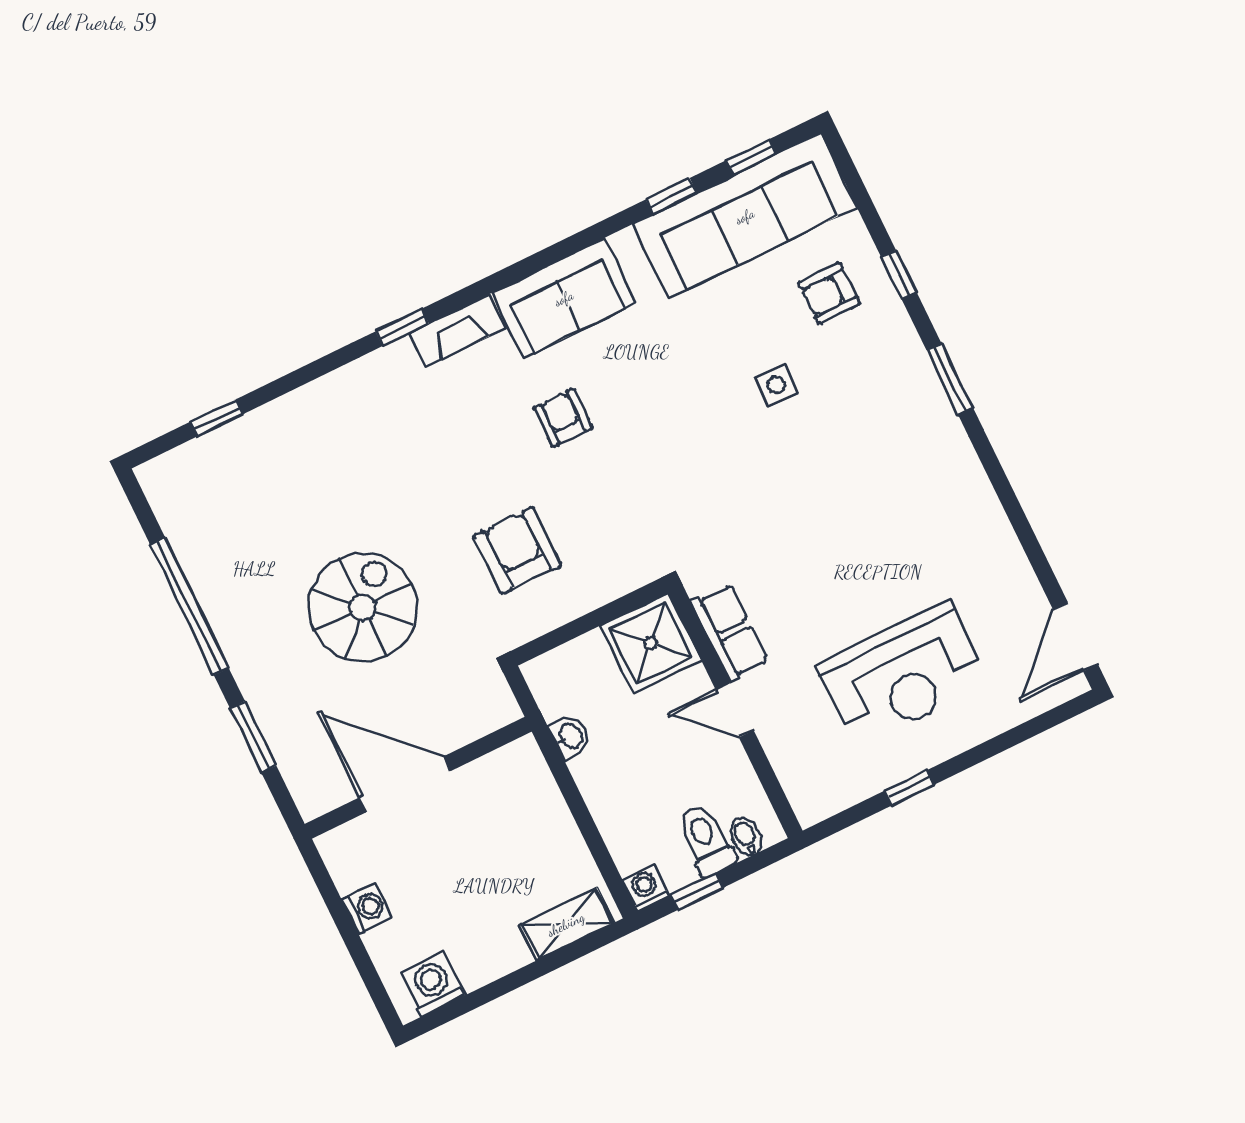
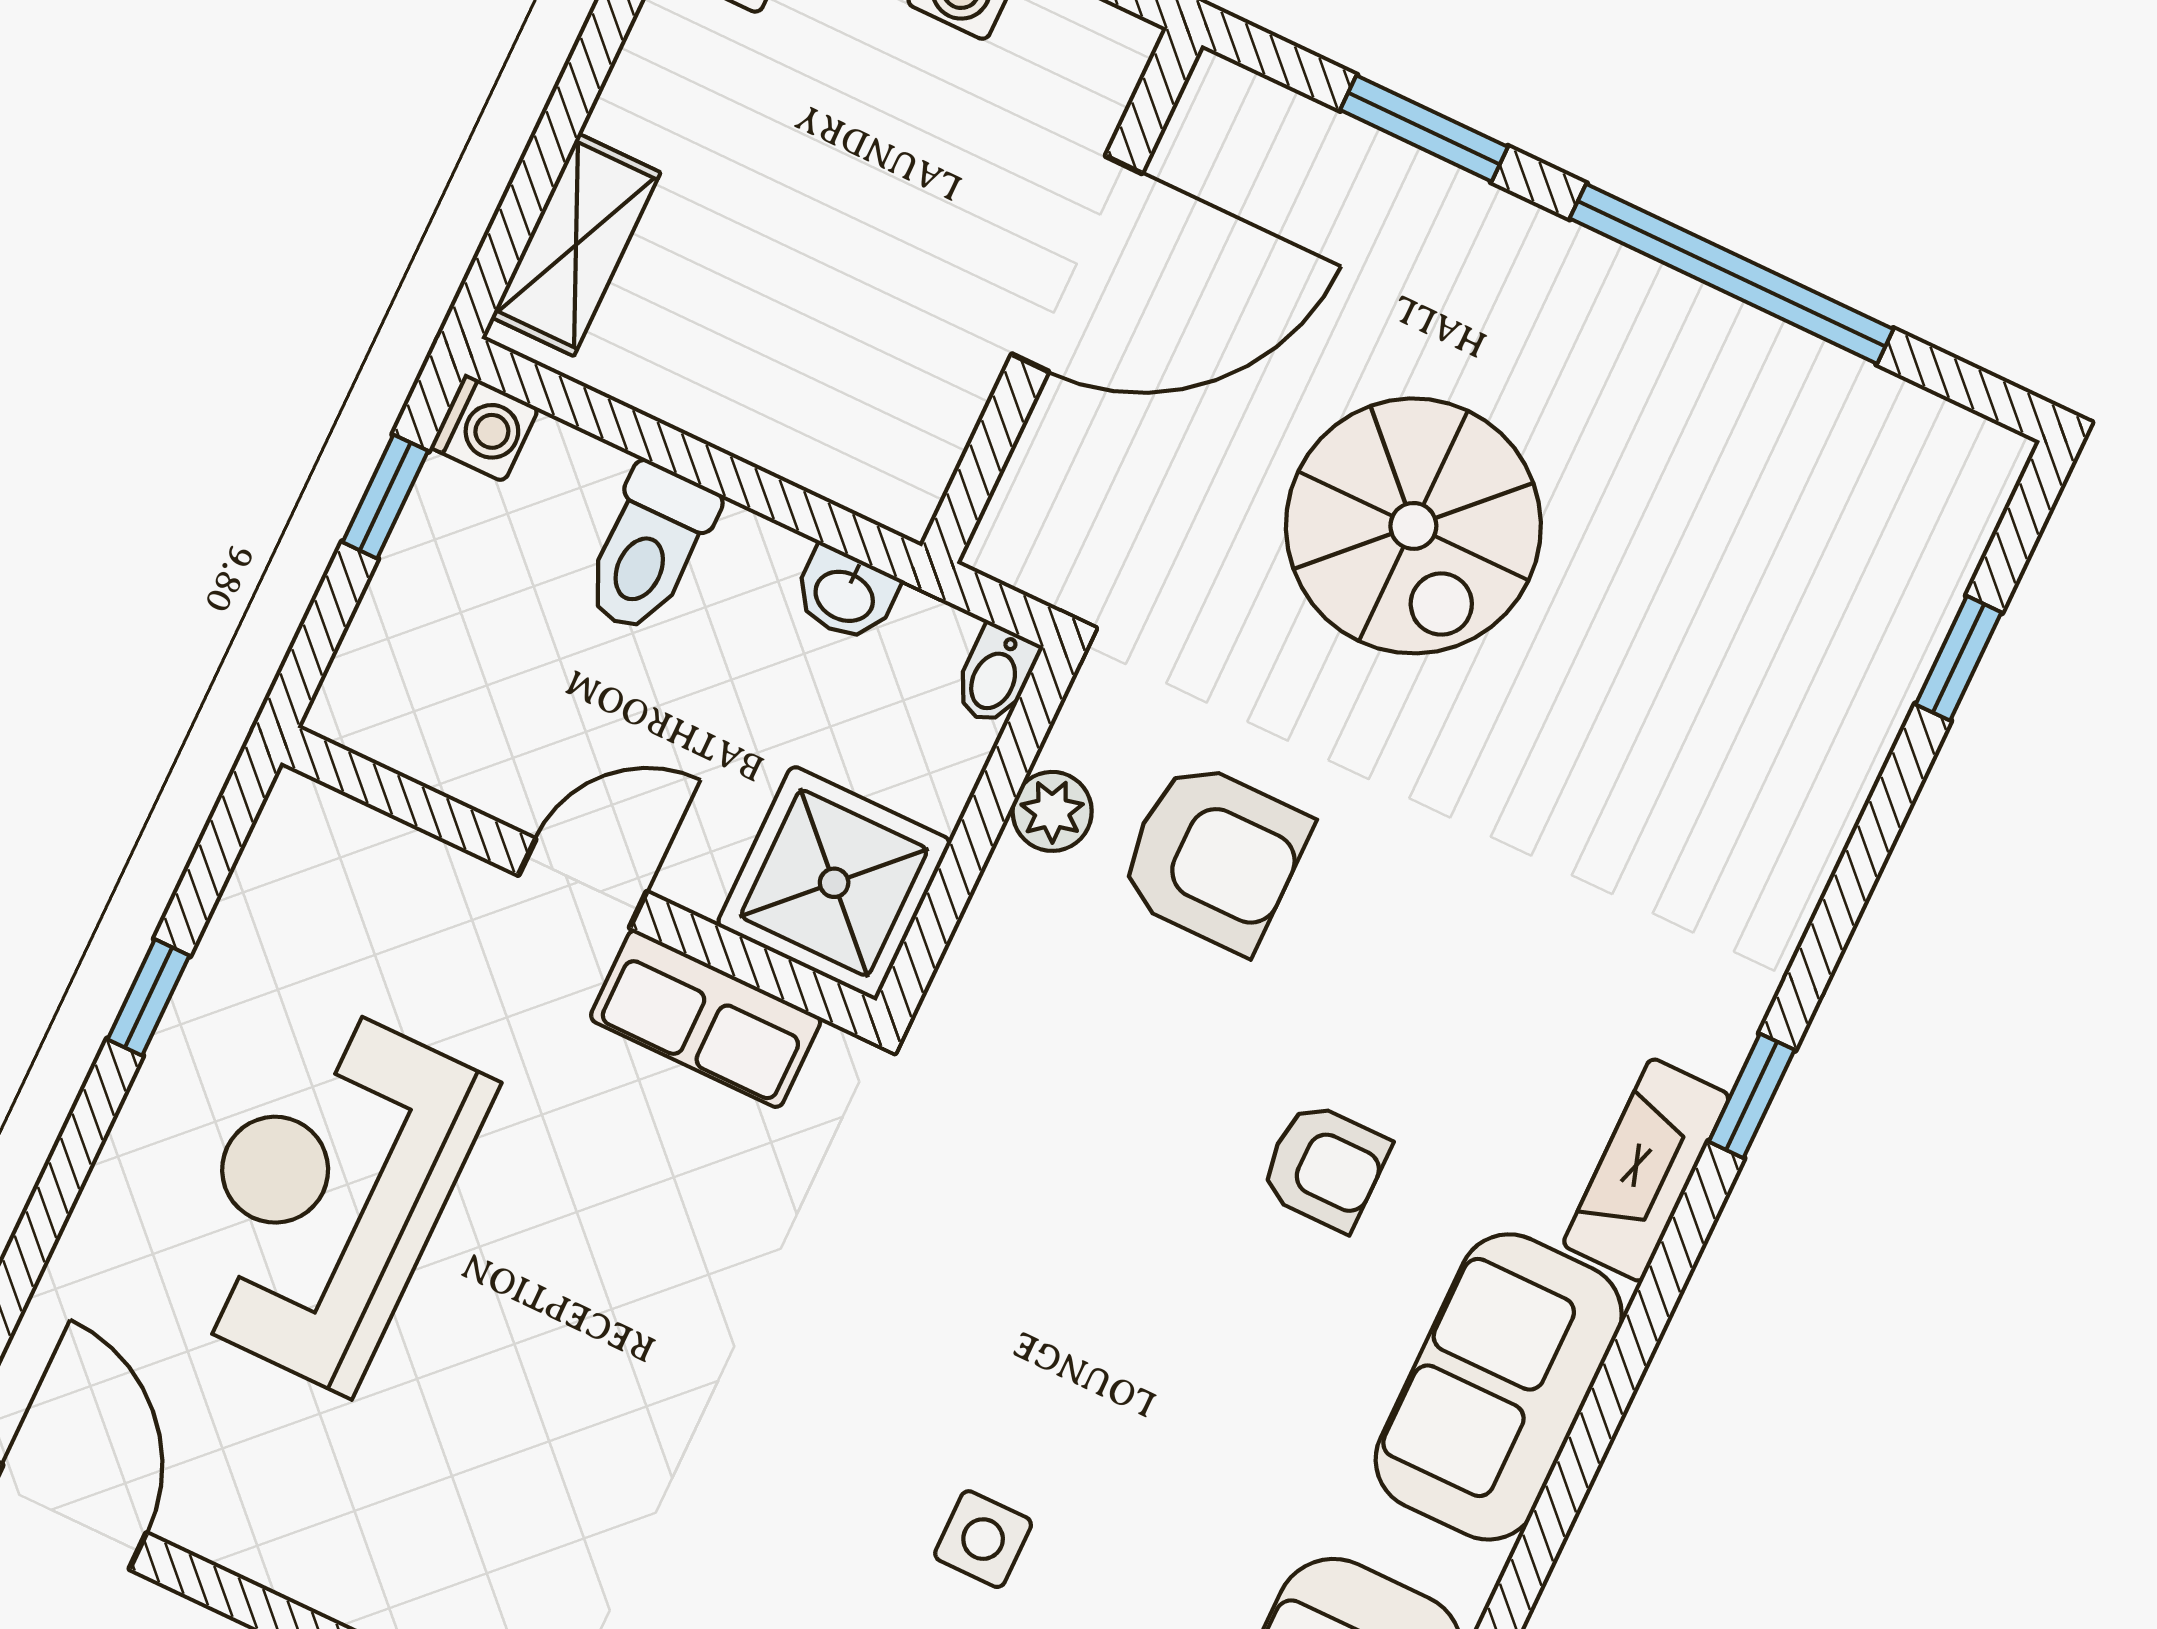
plant: (559, 609) -> (1052, 811), added
bidet: (746, 837) -> (996, 675), moved, turned 90
toilet: (706, 840) -> (649, 549), moved, turned 90

